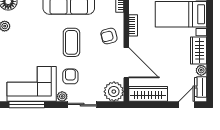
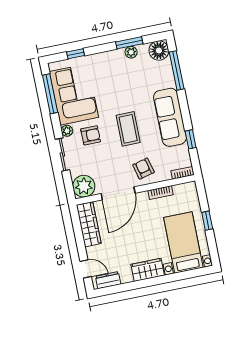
coffee table: (71, 42) -> (128, 129), turned 90
plant: (201, 70) -> (127, 277), removed

